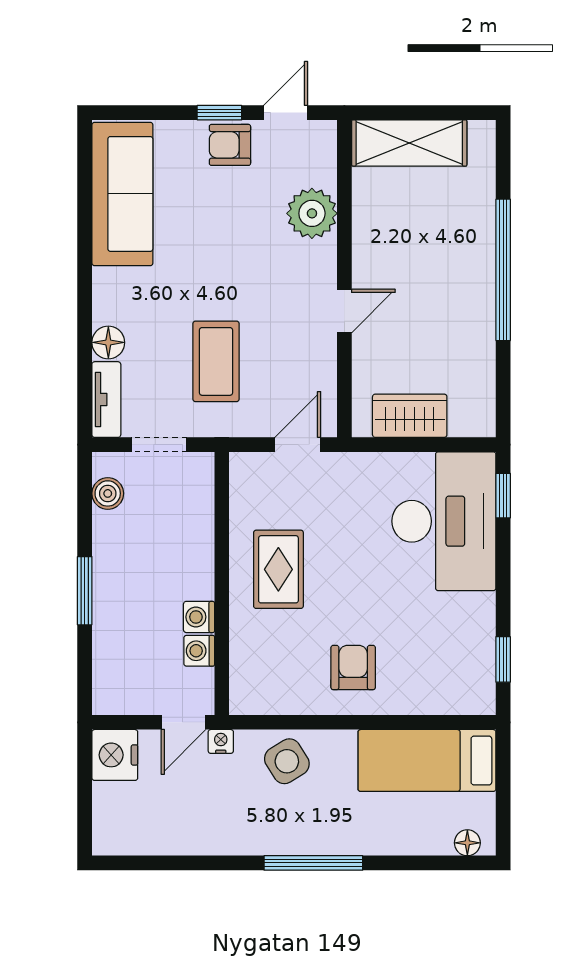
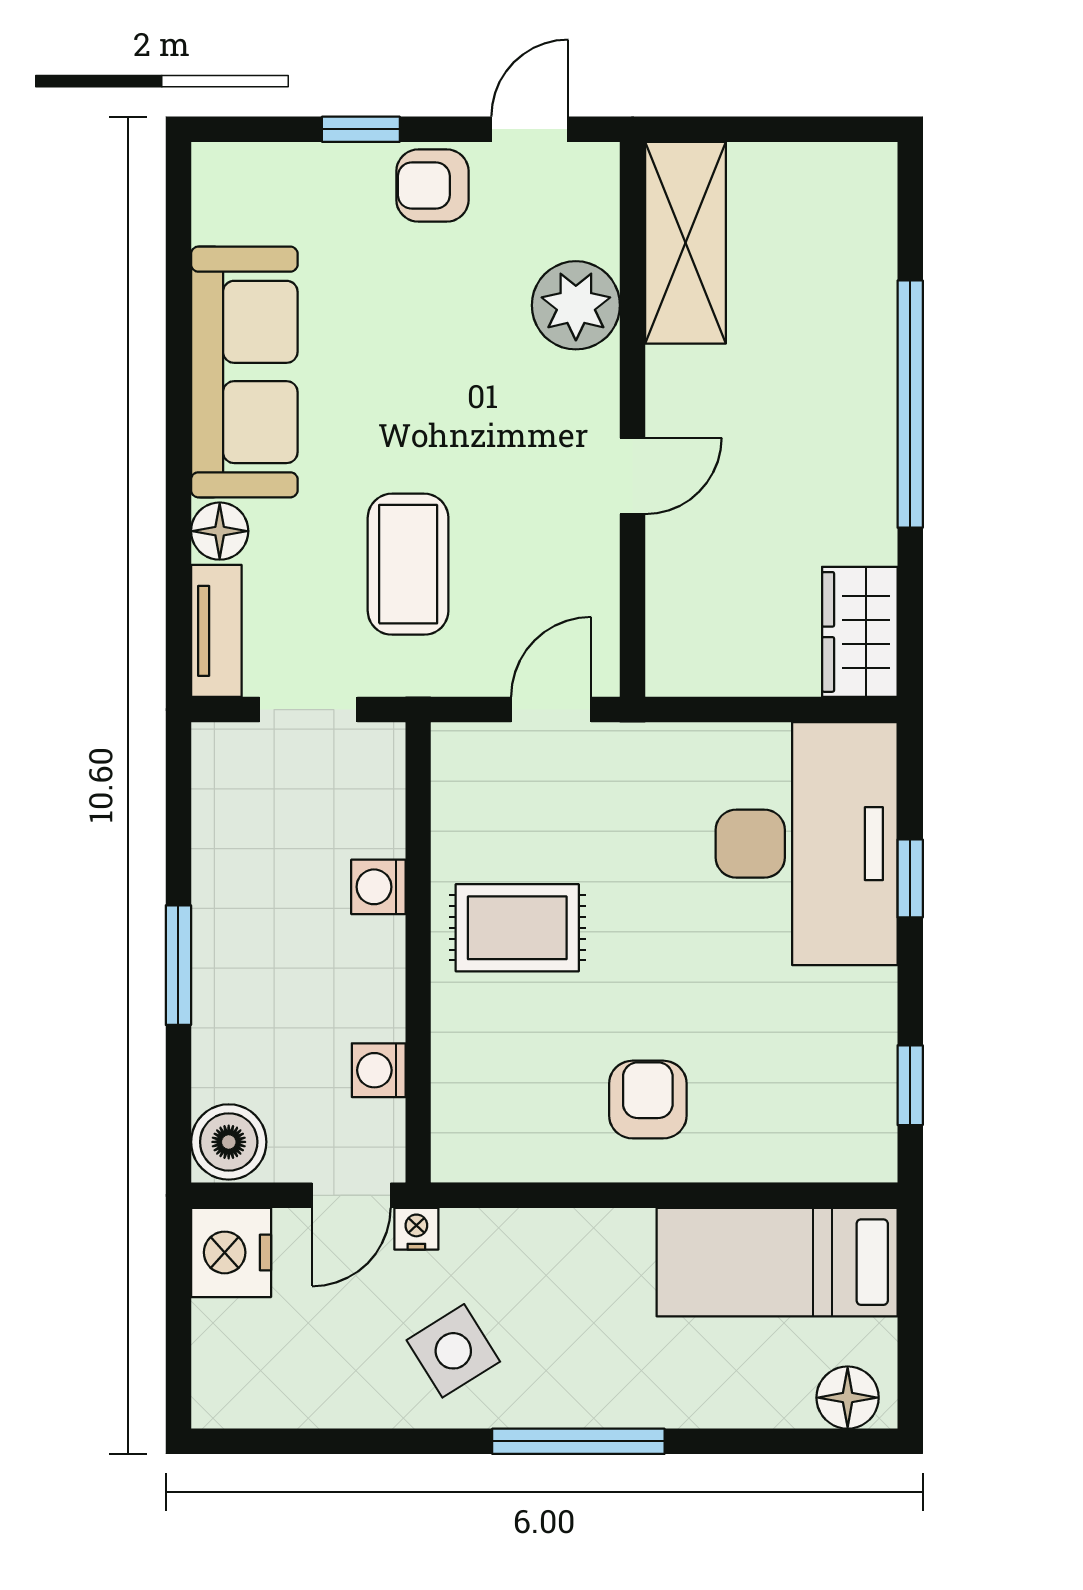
window: (219, 113) -> (361, 129), moved
shelving: (409, 143) -> (686, 243), moved, turned 90
sofa: (122, 194) -> (244, 372), moved
wardrobe: (410, 416) -> (860, 632), moved, turned -90
boiler: (108, 493) -> (229, 1142), moved, width x1.36, depth x1.36
window: (503, 496) -> (910, 878), moved
rug: (278, 569) -> (517, 928), turned 90
washing machine: (199, 617) -> (378, 887), moved
side table: (287, 761) -> (453, 1351), moved
floor lamp: (467, 843) -> (848, 1398), width x1.37, depth x1.37

